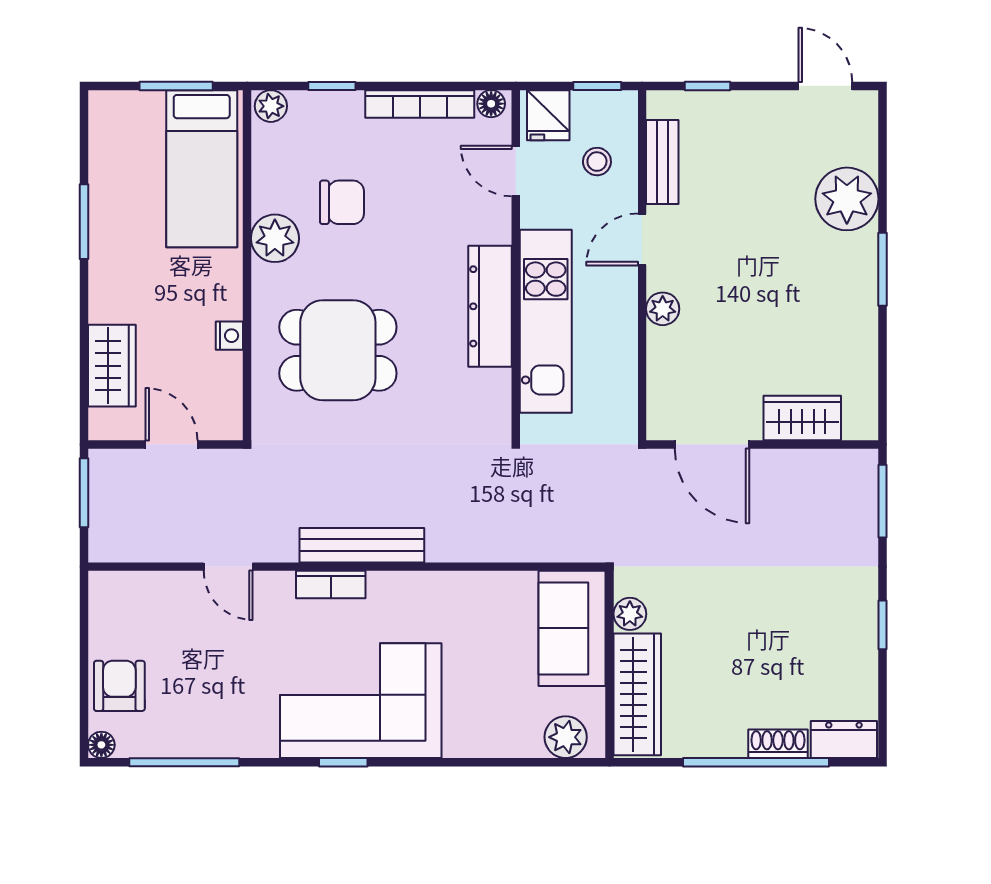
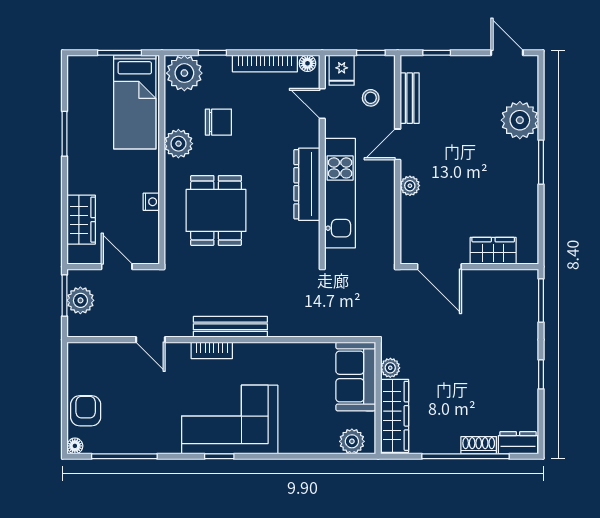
plant: (271, 106) -> (184, 73), width x1.88, depth x1.88
dining table: (338, 350) -> (216, 210), turned 90
plant: (111, 501) -> (80, 300), added

